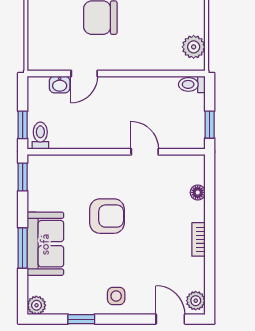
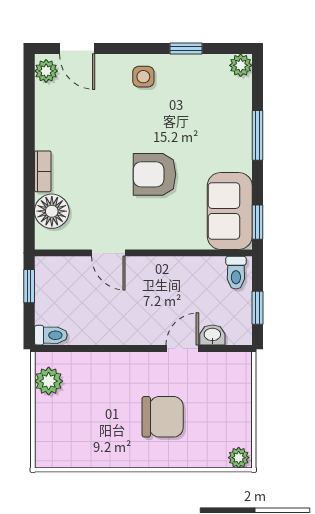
window: (23, 125) -> (257, 308), moved
floor lamp: (198, 192) -> (52, 211), width x1.89, depth x1.89
bookcase: (198, 239) -> (43, 171), moved
sofa: (45, 244) -> (230, 211), moved

